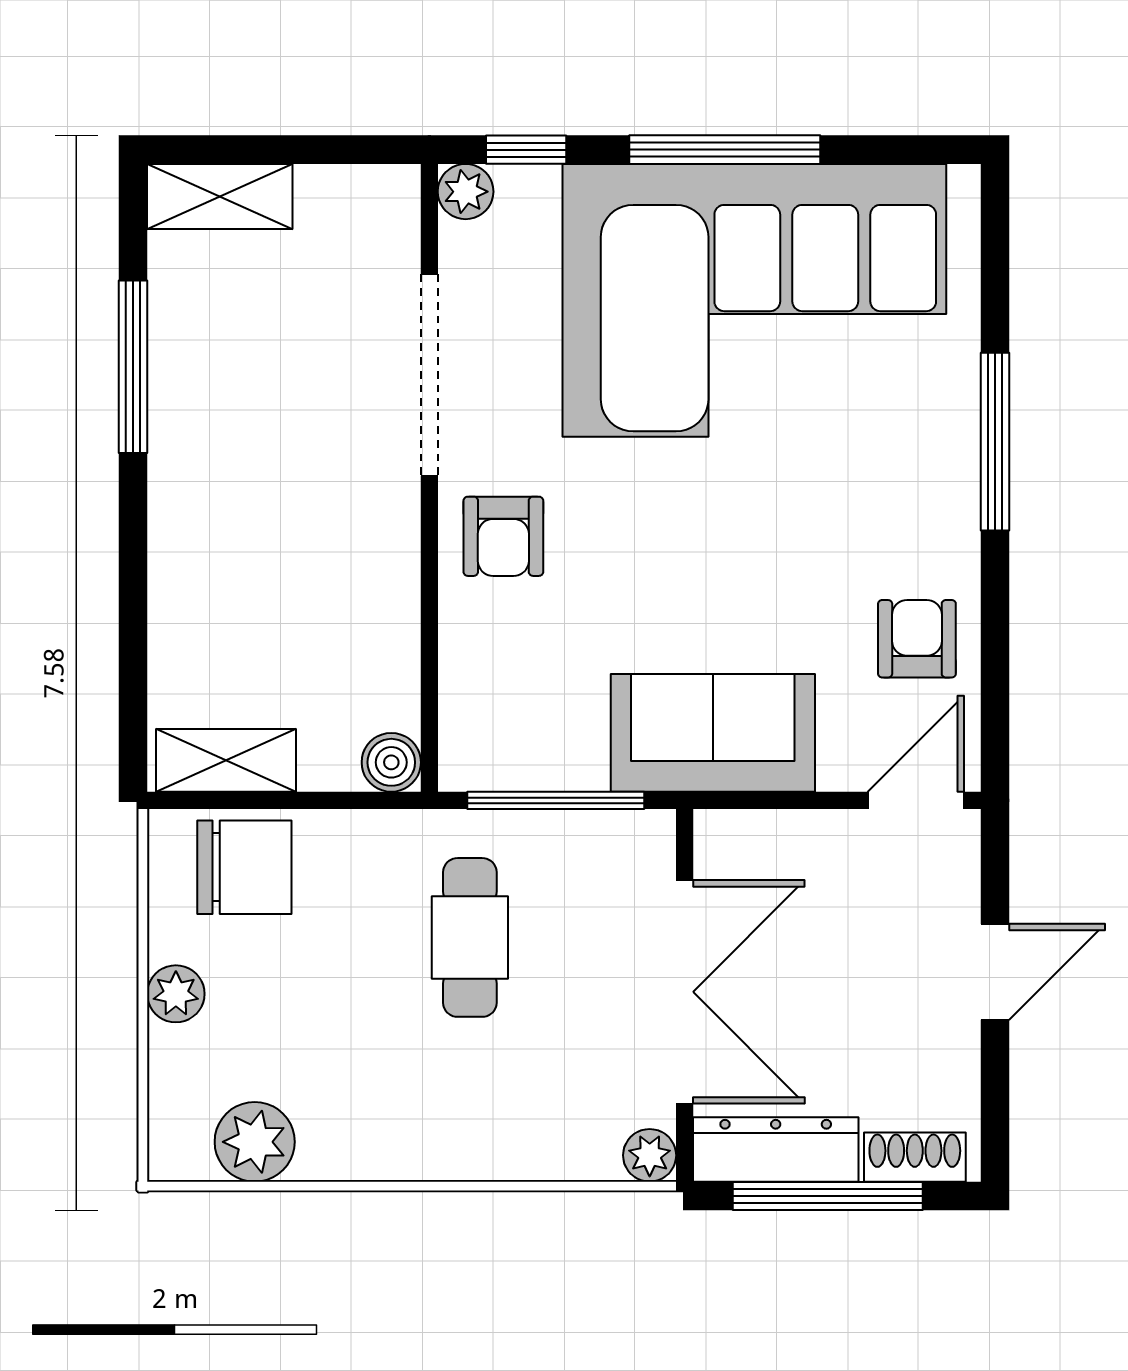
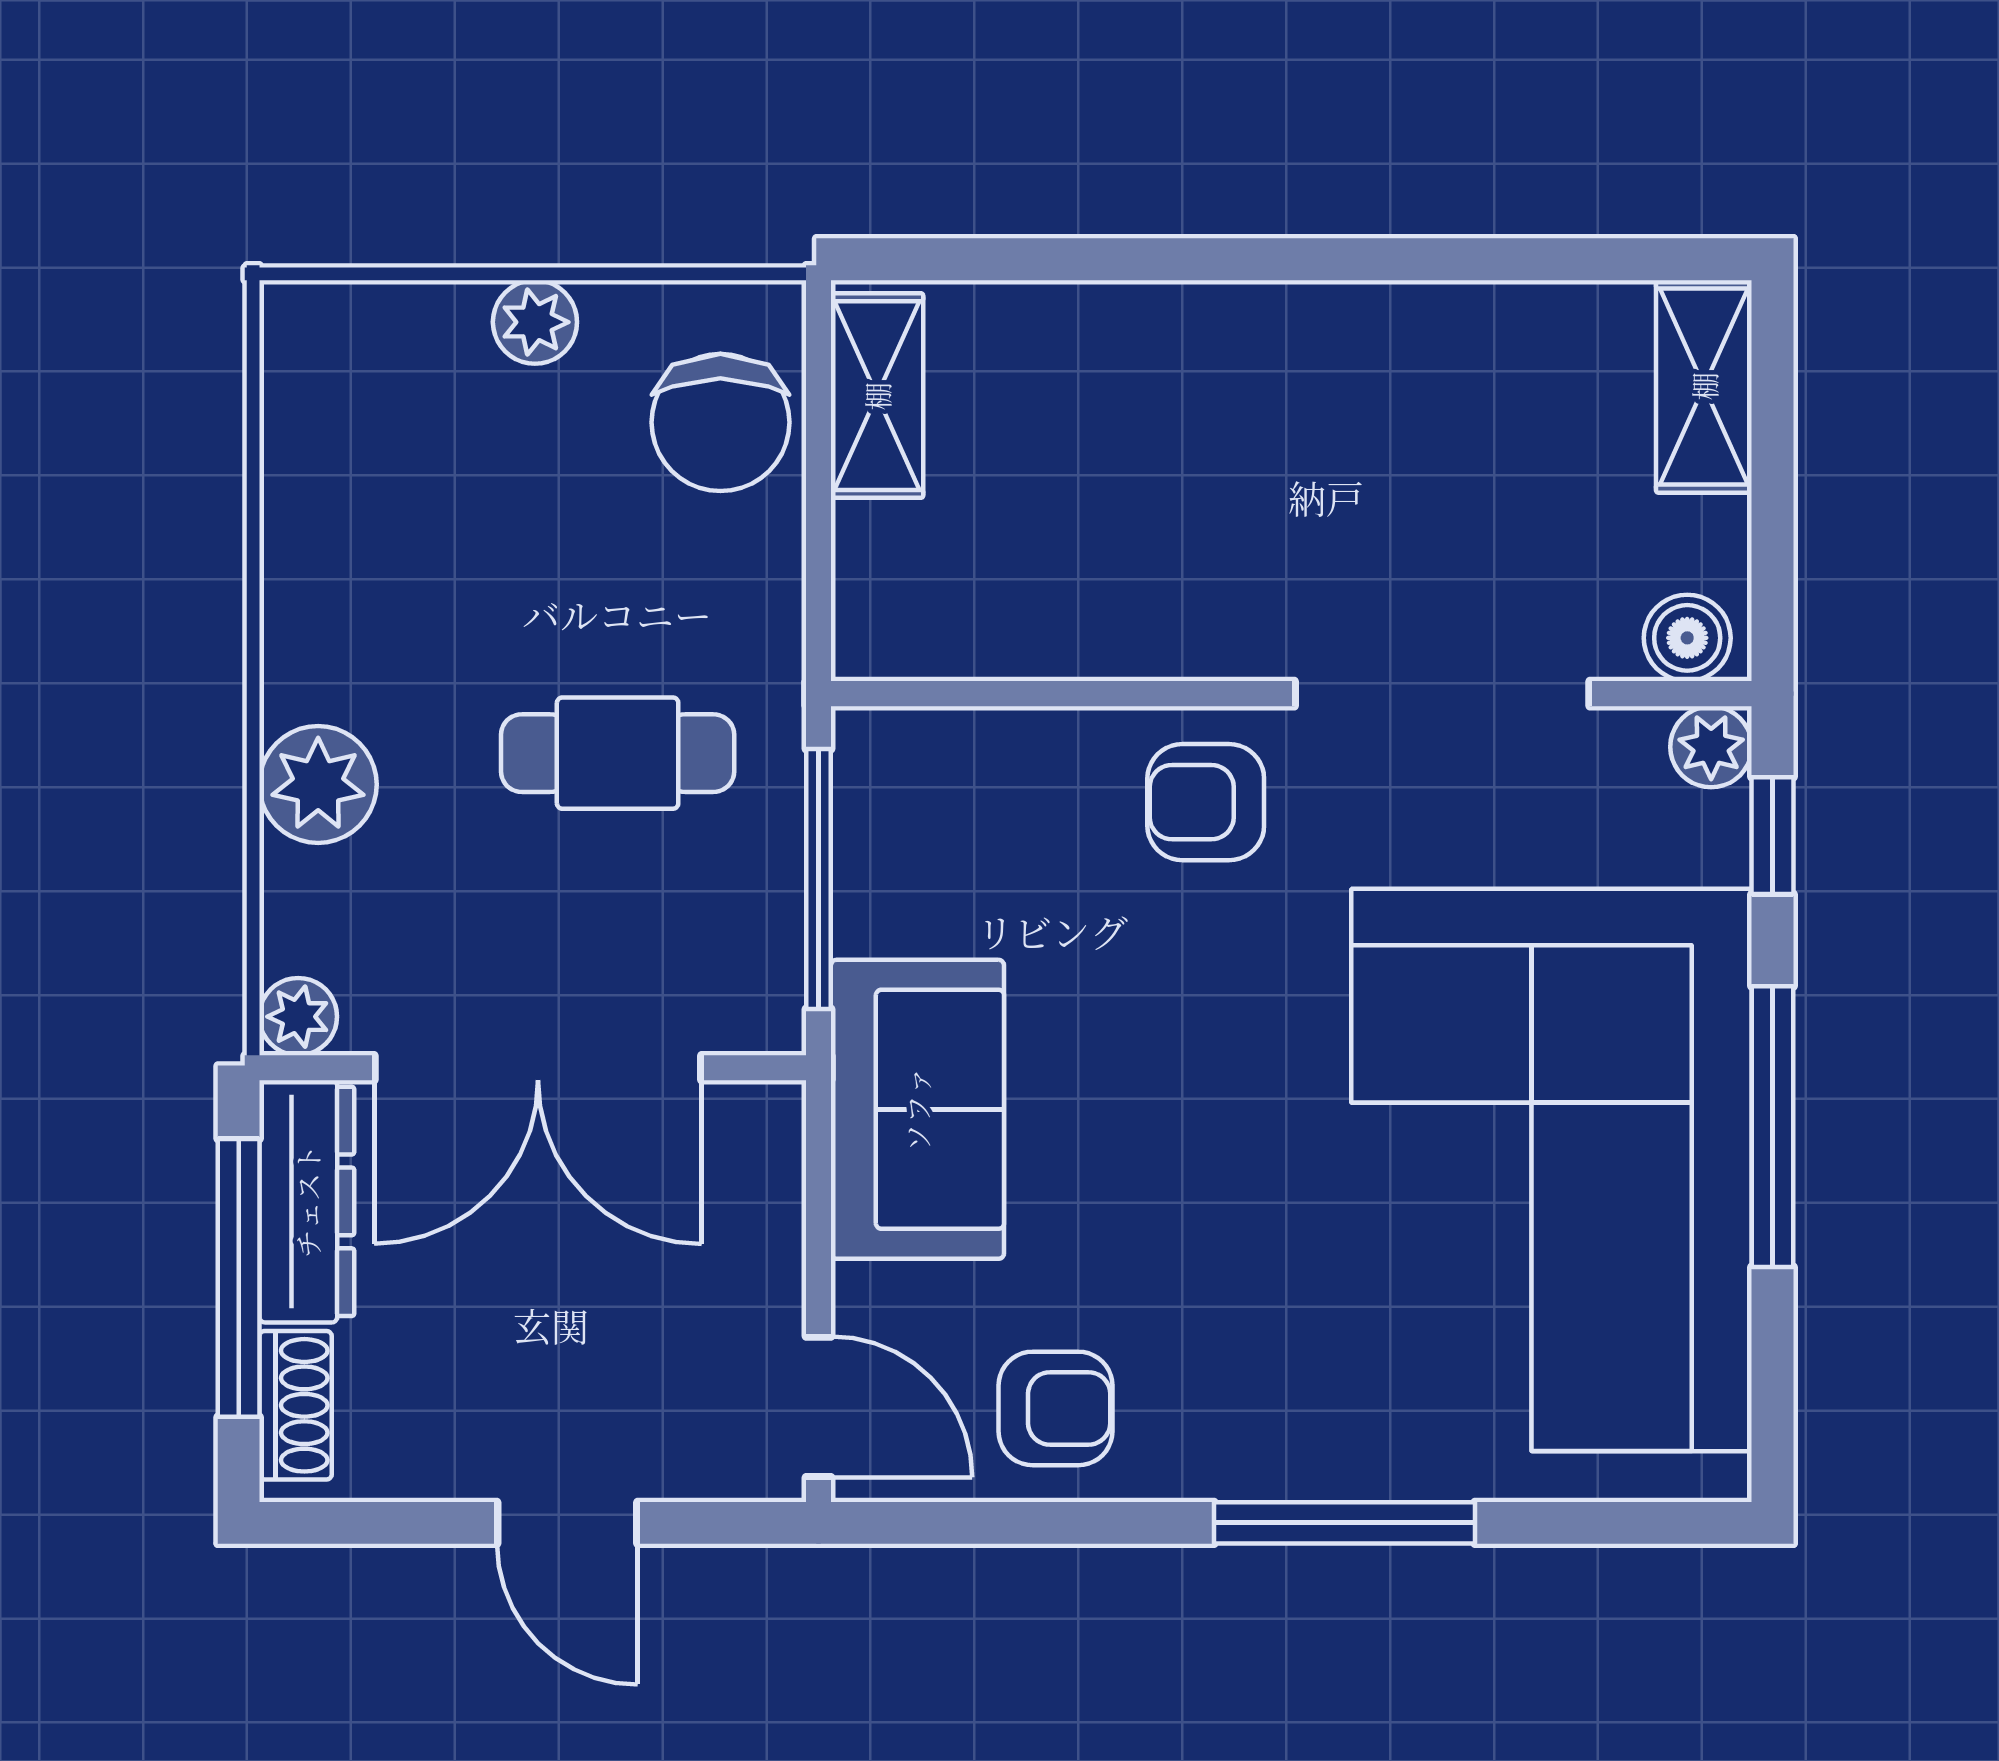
window: (133, 367) -> (1454, 259), removed
boiler: (391, 762) -> (1687, 638), moved
plant: (255, 1142) -> (318, 784), moved

